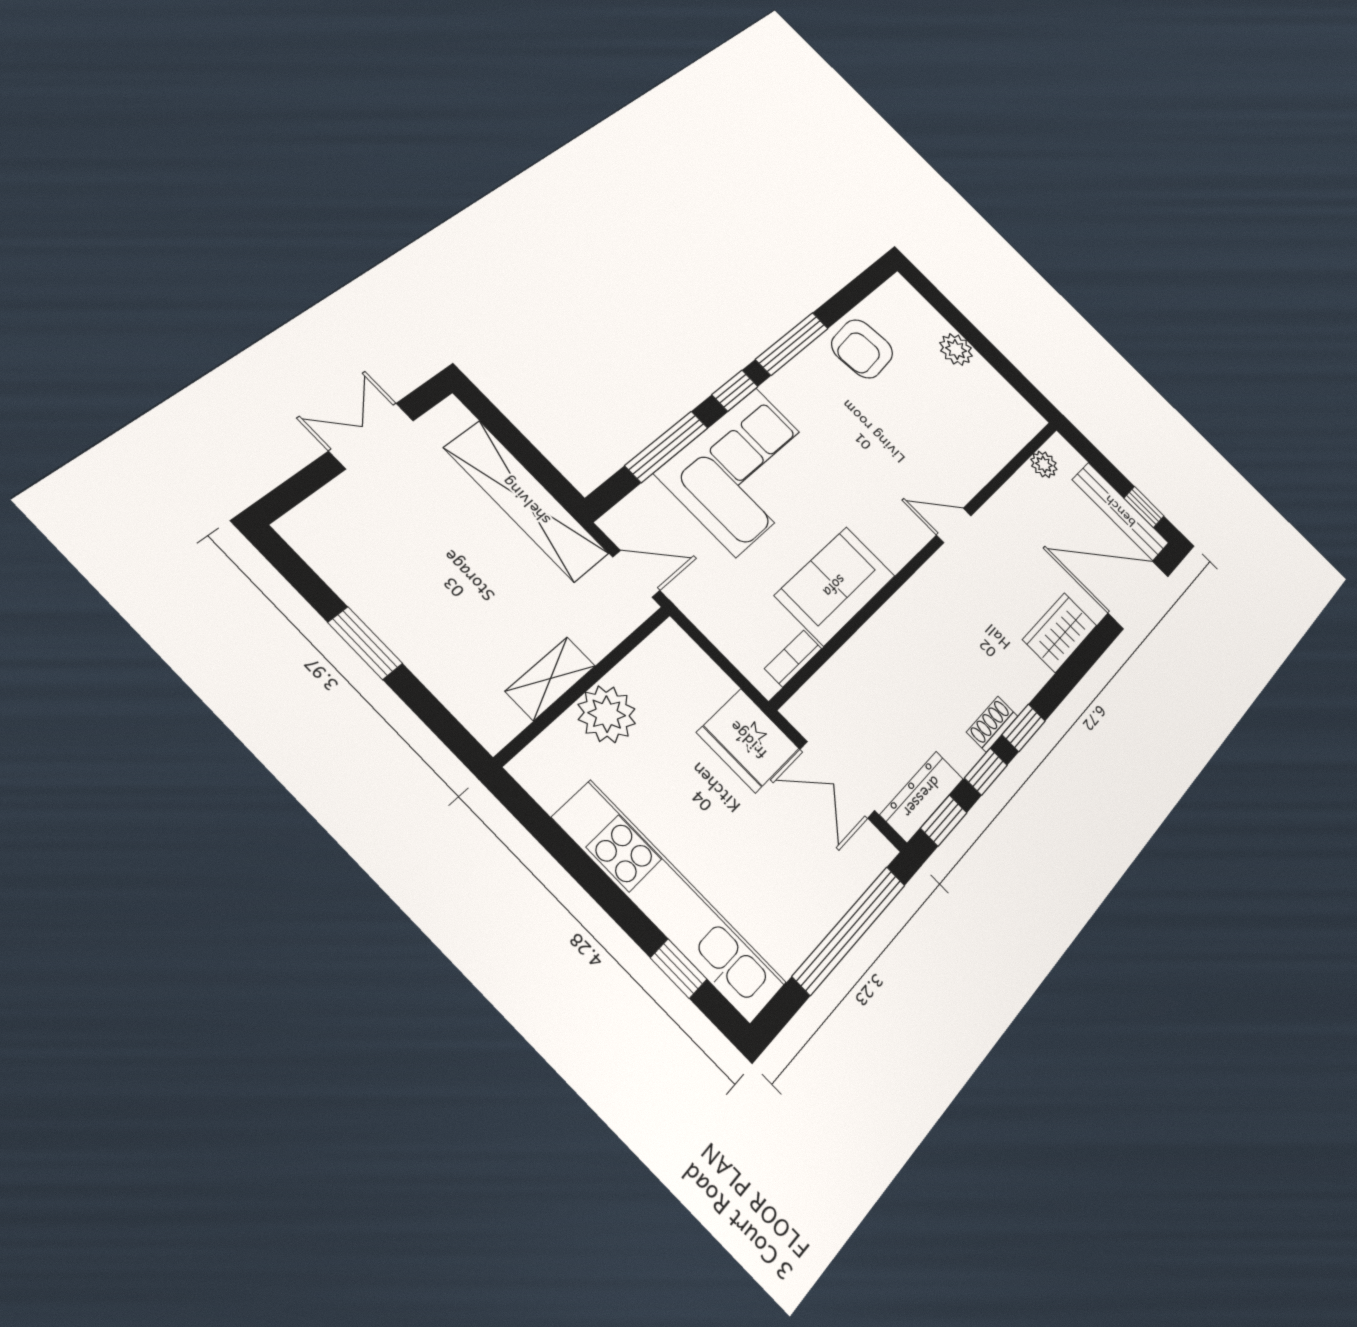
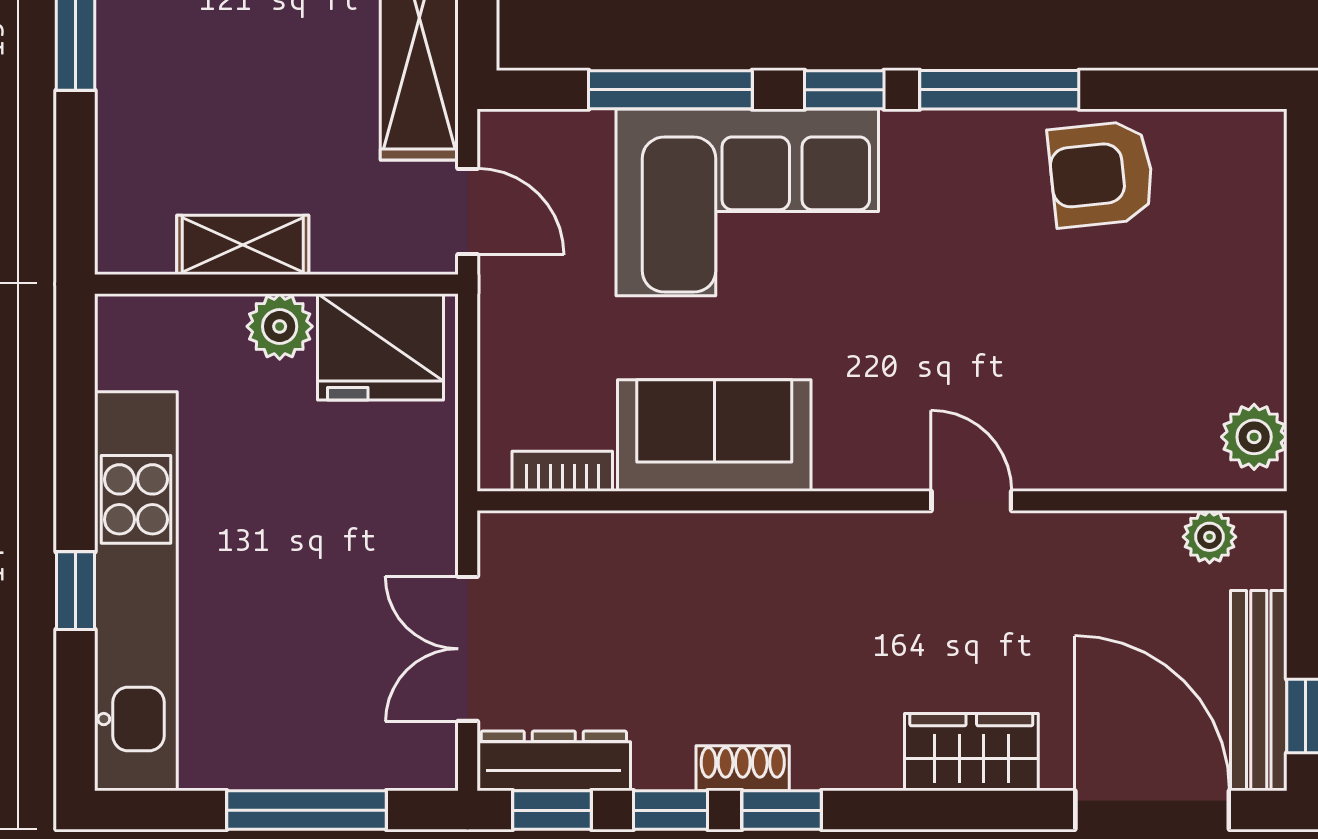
plant: (956, 349) -> (1254, 437), moved
plant: (607, 714) -> (280, 326), width x0.73, depth x0.73
fridge: (748, 740) -> (380, 347), moved, turned -90
window: (849, 930) -> (306, 810), width x0.68
window: (679, 969) -> (76, 591), moved

